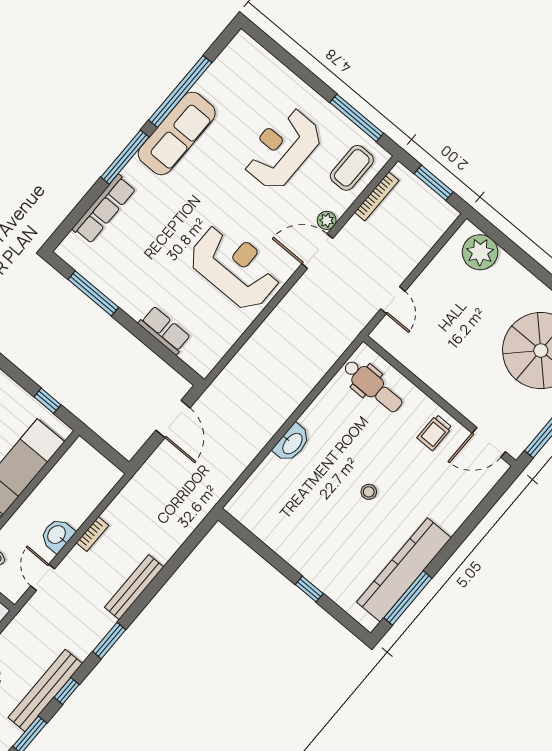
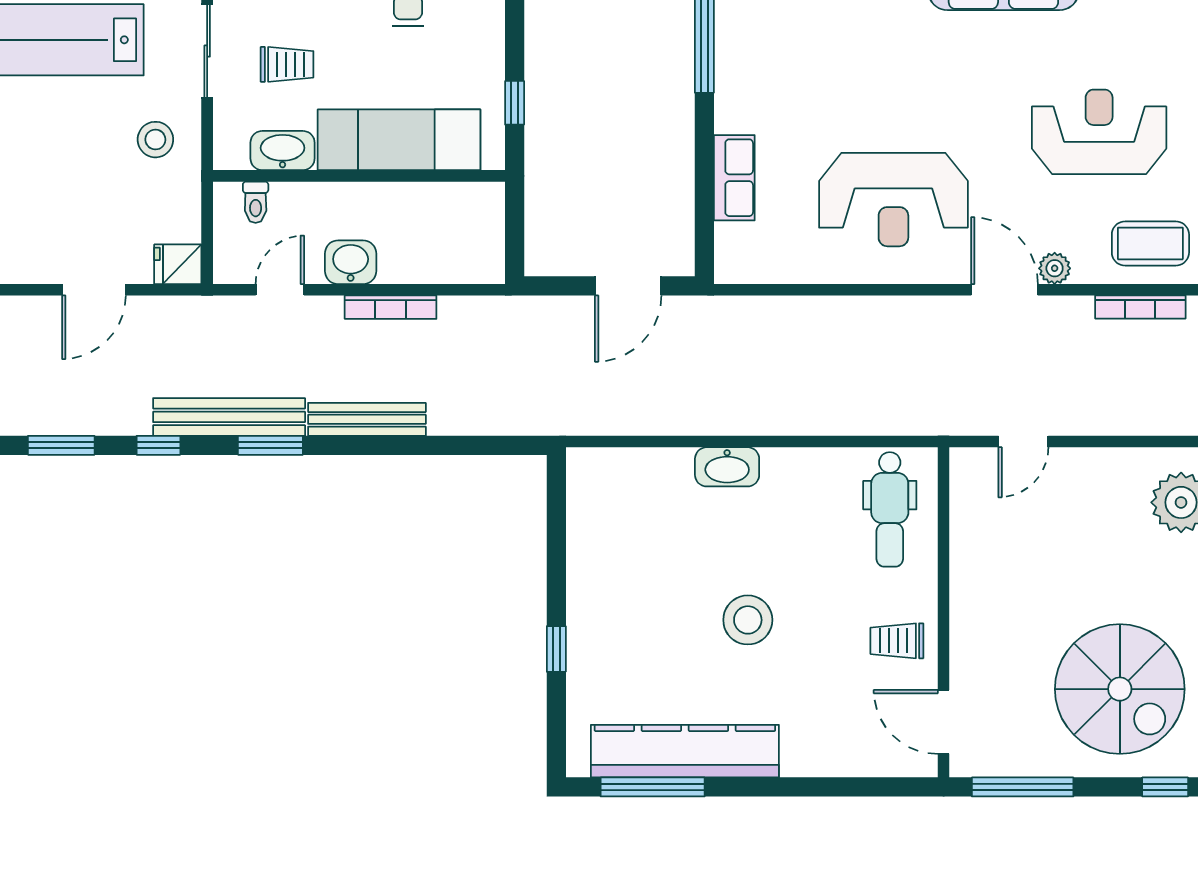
reception desk: (235, 267) -> (893, 200), turned 90
stool: (369, 492) -> (748, 620), width x1.89, depth x1.89
bookcase: (92, 534) -> (391, 307), width x1.56
bench: (45, 691) -> (229, 417), moved

